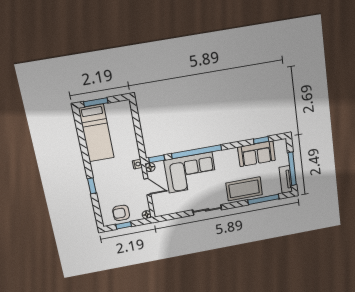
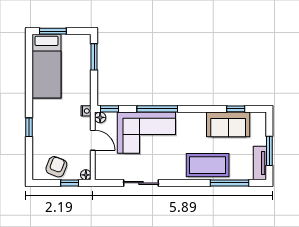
window: (136, 118) -> (94, 57), added
window: (197, 152) -> (157, 109), width x0.68
window: (292, 169) -> (269, 151), width x0.69
sliding door: (207, 210) -> (141, 183), moved
armchair: (121, 213) -> (56, 167), turned 111
window: (124, 225) -> (70, 183), moved

